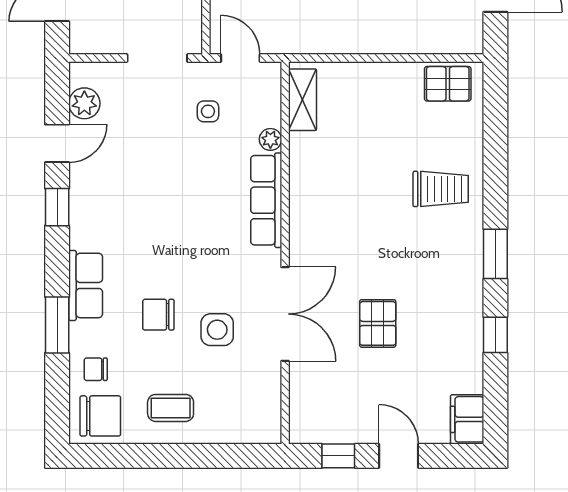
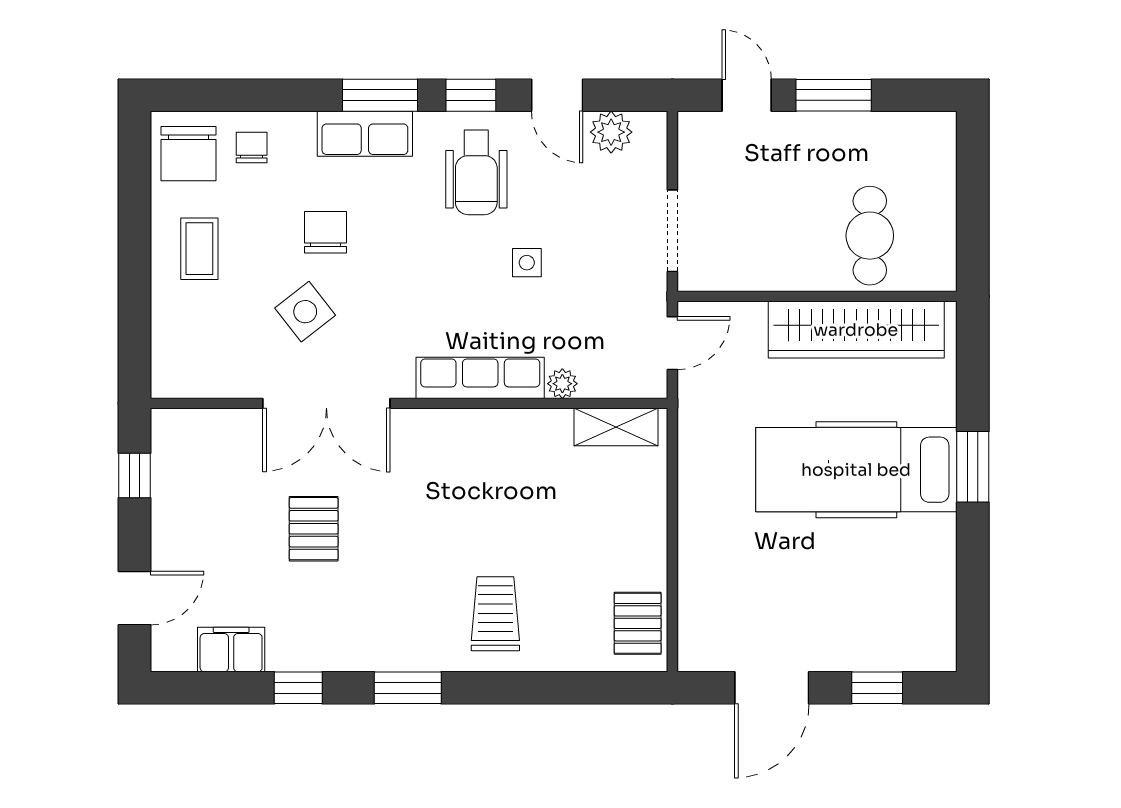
side table: (208, 111) -> (527, 263), moved
trolley: (441, 189) -> (495, 614), turned 180
wheelchair: (114, 203) -> (476, 172), added
pallet: (378, 323) -> (314, 529), turned 90
window: (57, 325) -> (380, 95), moved
side table: (217, 330) -> (305, 312), turned -38
filing cabinet: (467, 419) -> (231, 650), moved
door: (399, 456) -> (135, 598), moved

